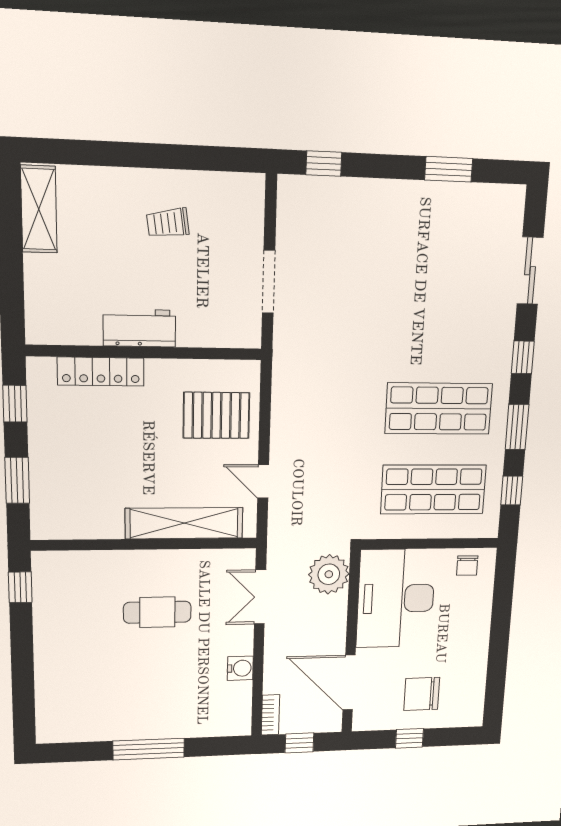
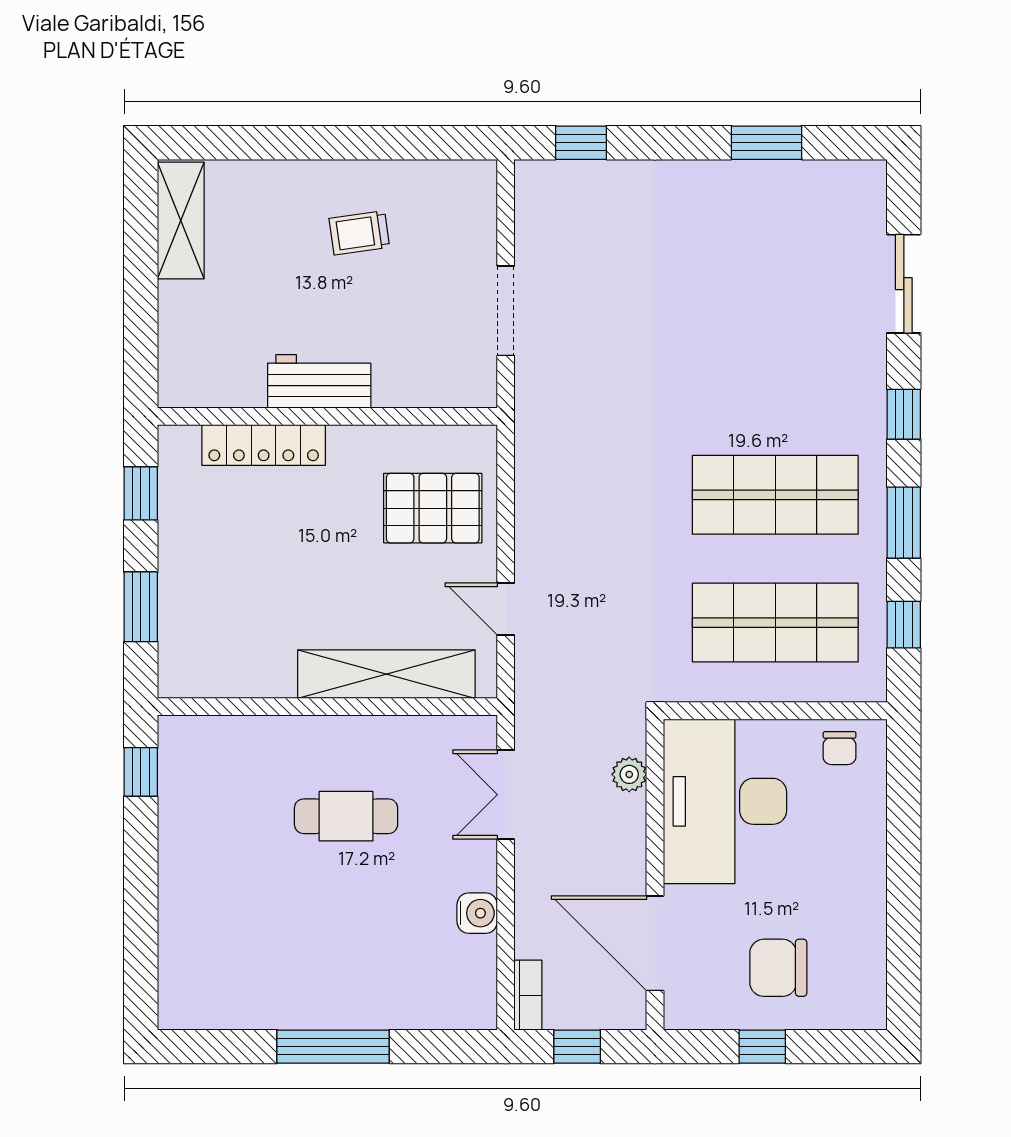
plant: (329, 574) -> (629, 774), width x0.53, depth x0.53

